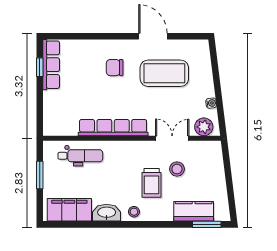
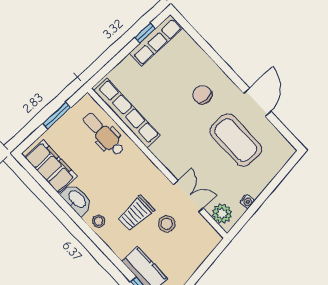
row of seats: (113, 128) -> (127, 113), moved
dental chair: (80, 156) -> (104, 134), turned 180

